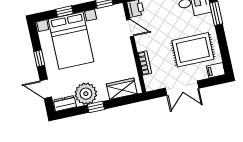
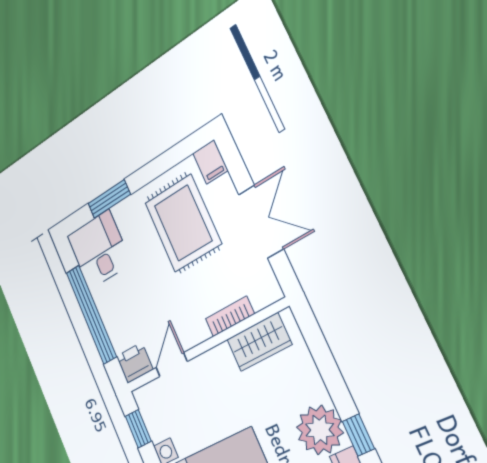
wardrobe: (122, 89) -> (259, 342), moved, turned -90
window: (96, 107) -> (358, 435), moved

